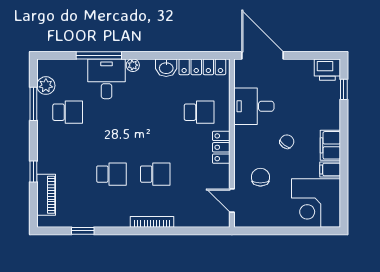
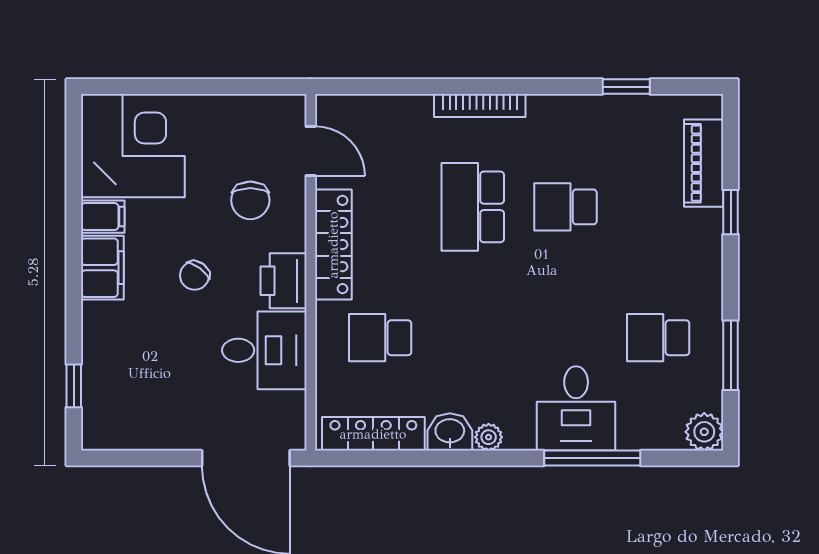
plant: (133, 65) -> (489, 437), moved
printer: (327, 70) -> (283, 281), moved, turned -90
plant: (46, 86) -> (704, 432), moved
locker: (221, 147) -> (333, 245), width x1.53
school desk: (155, 174) -> (473, 207), width x1.85

